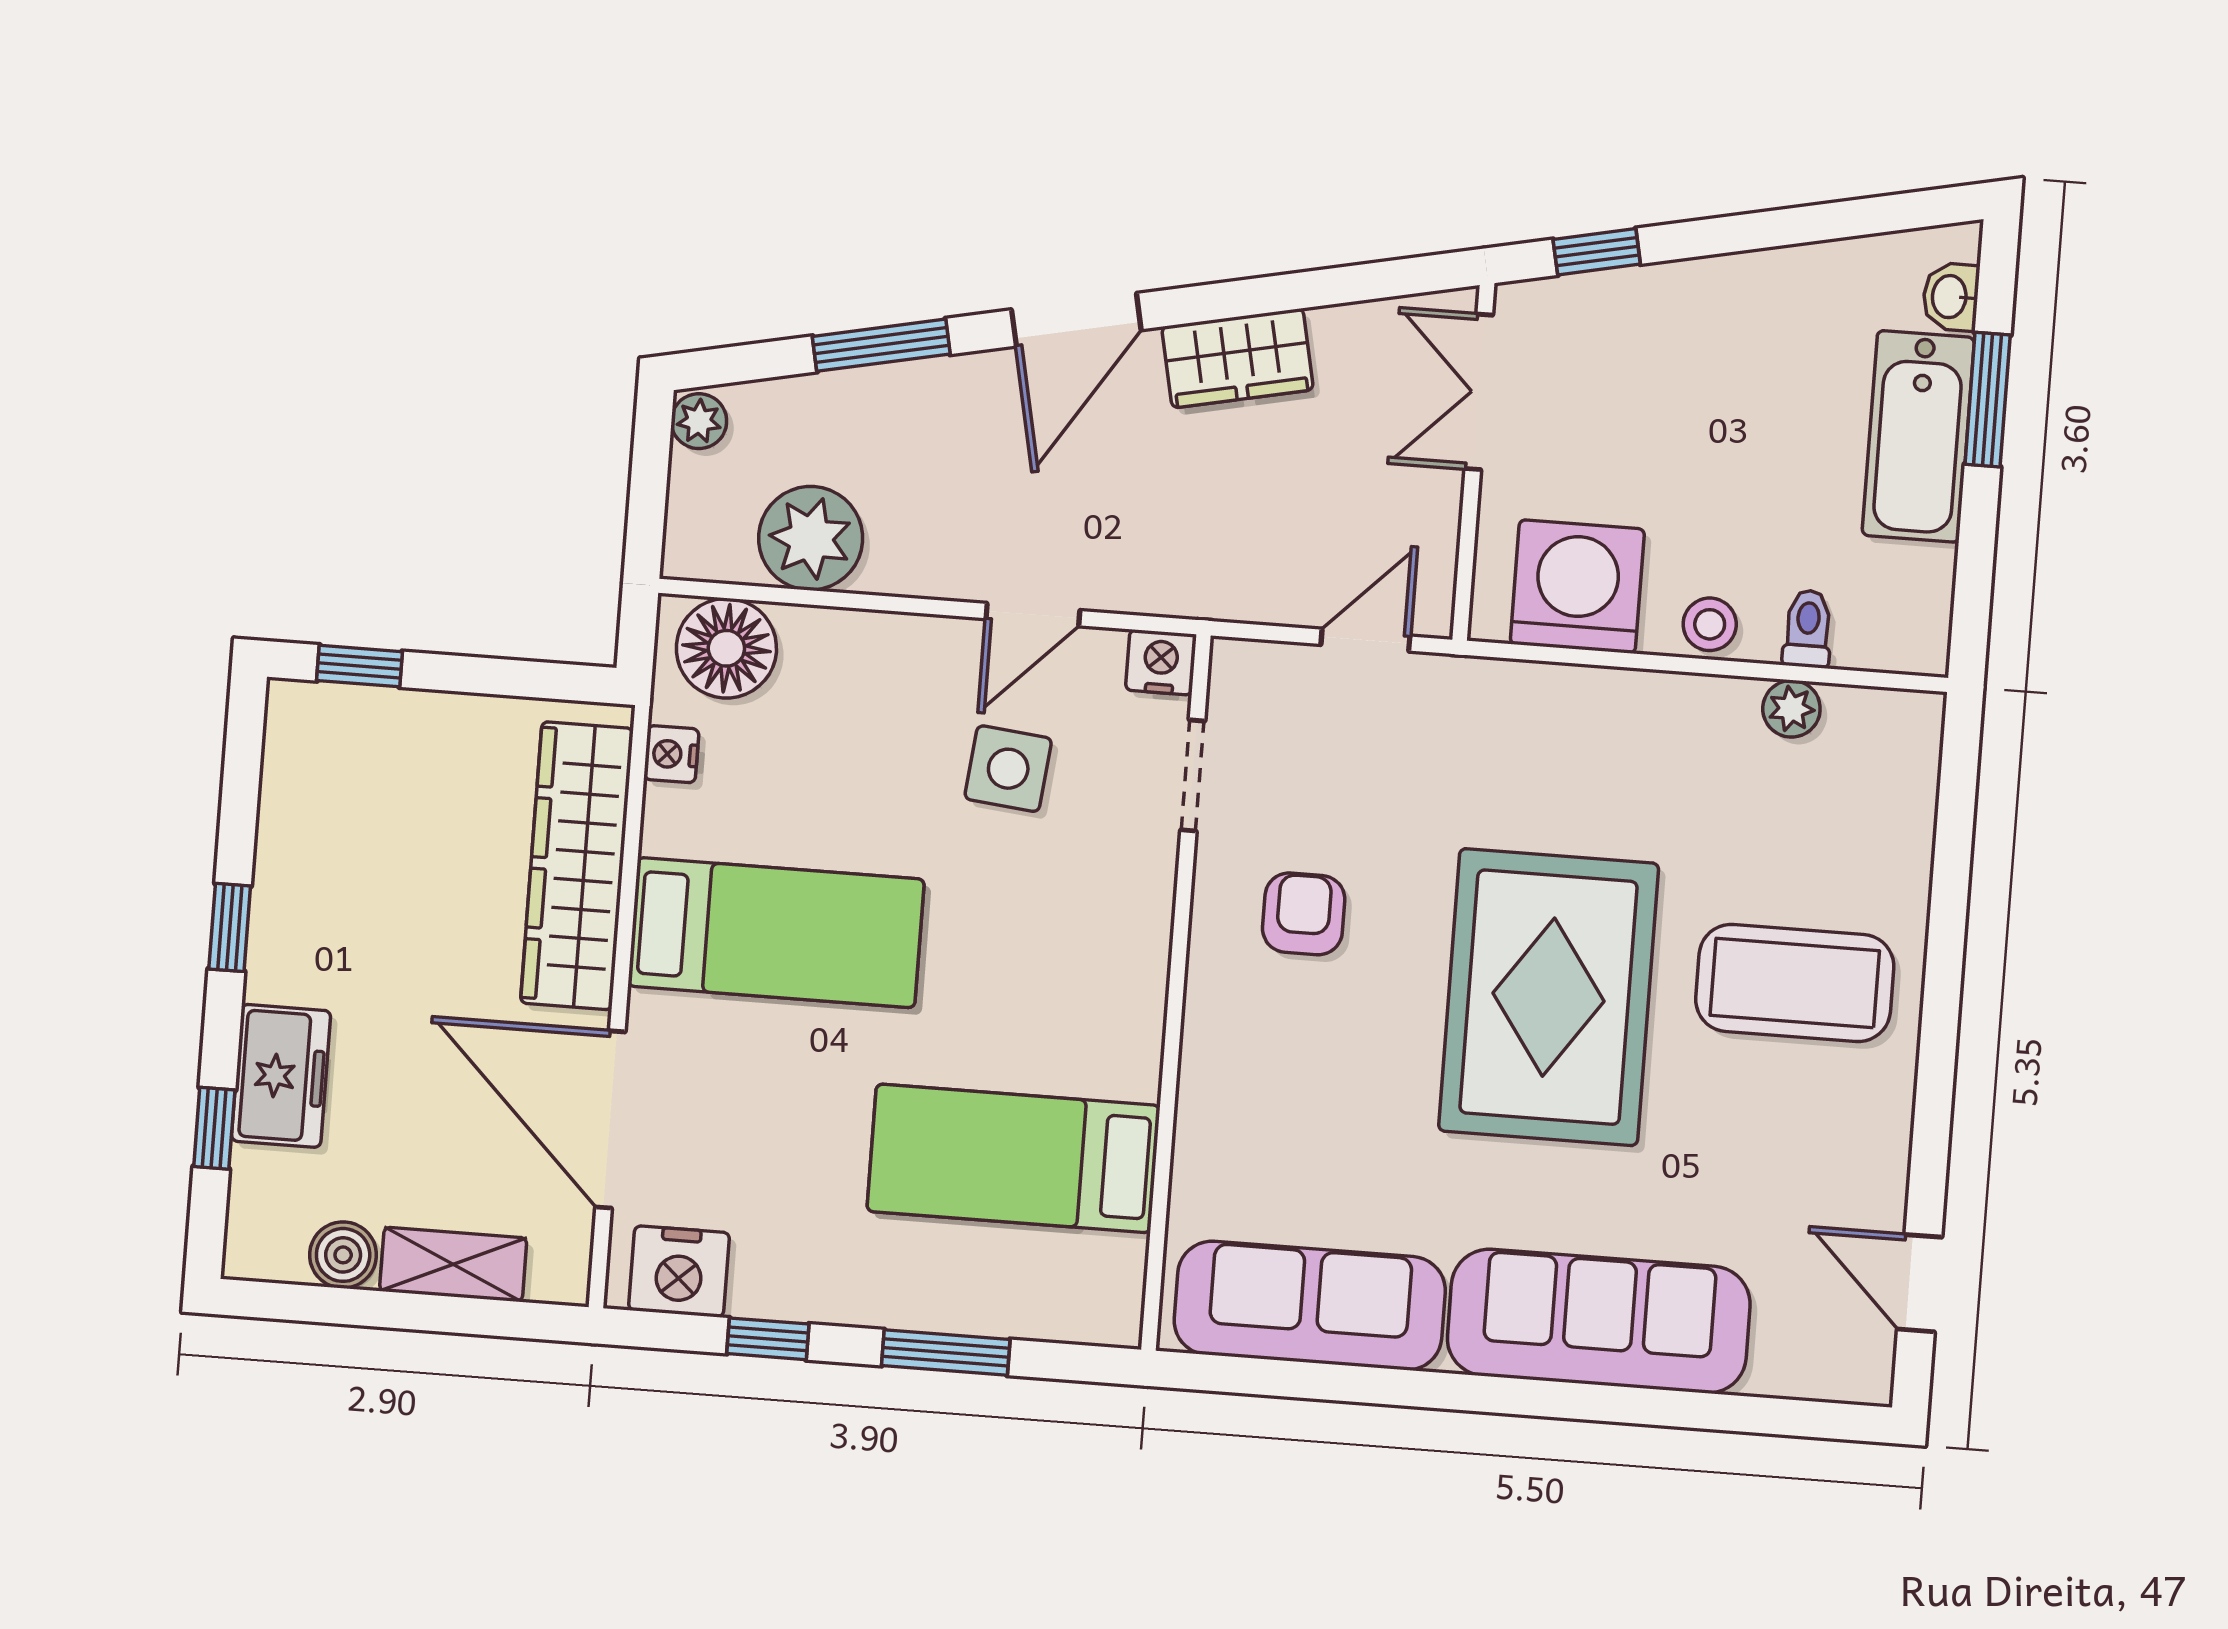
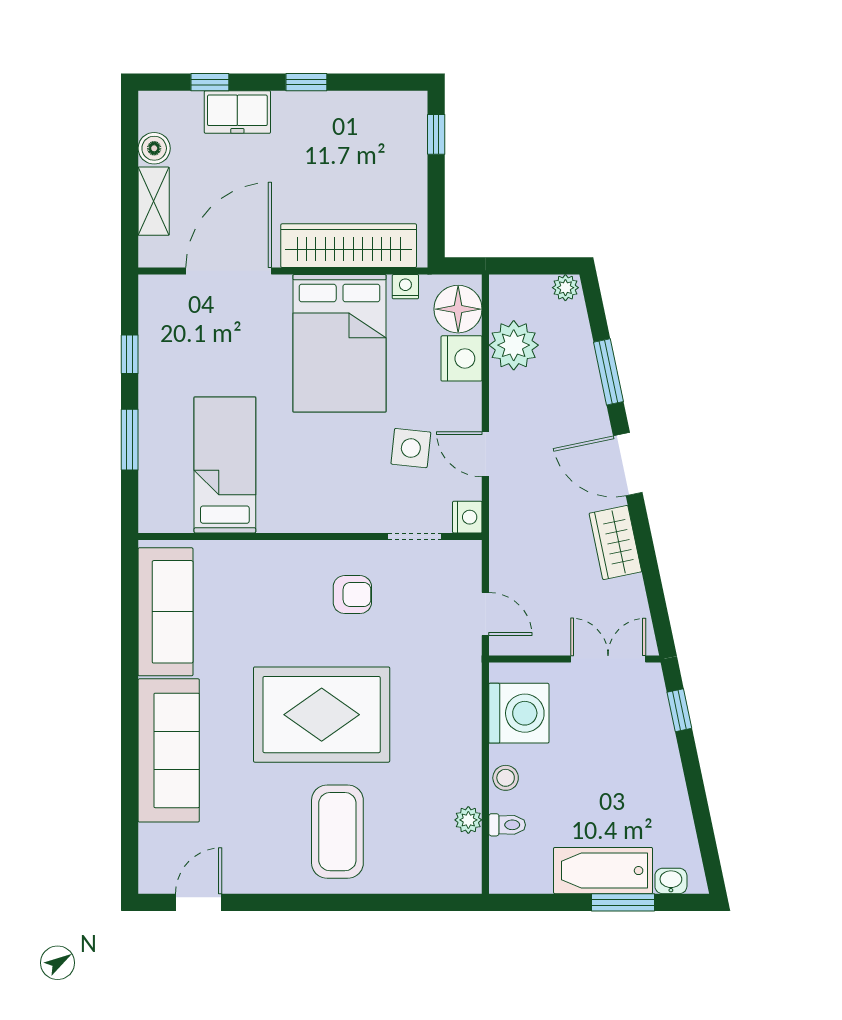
bed: (776, 933) -> (340, 343), width x1.50
nightstand: (679, 1271) -> (462, 358), moved, turned 180

